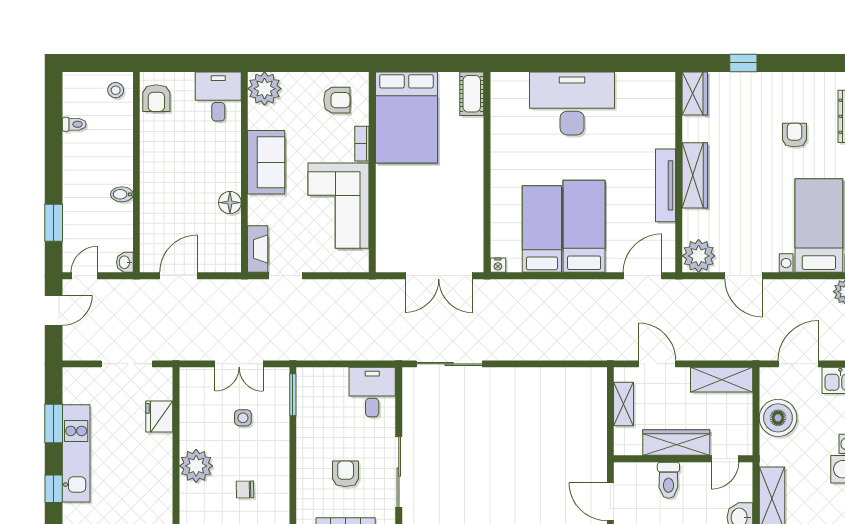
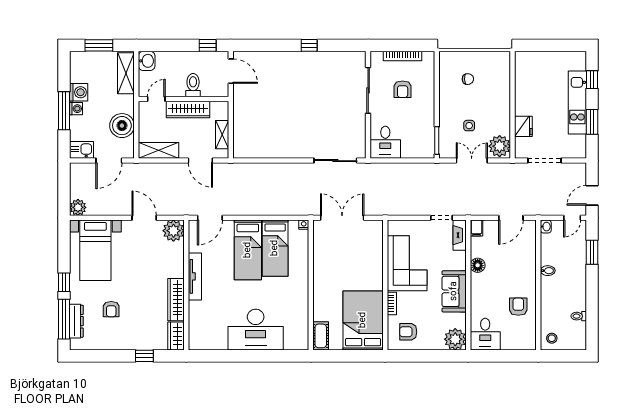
armchair: (156, 98) -> (518, 307), moved
wardrobe: (695, 175) -> (176, 300), moved
filing cabinet: (232, 260) -> (476, 228), added
plant: (196, 466) -> (500, 146), moved

